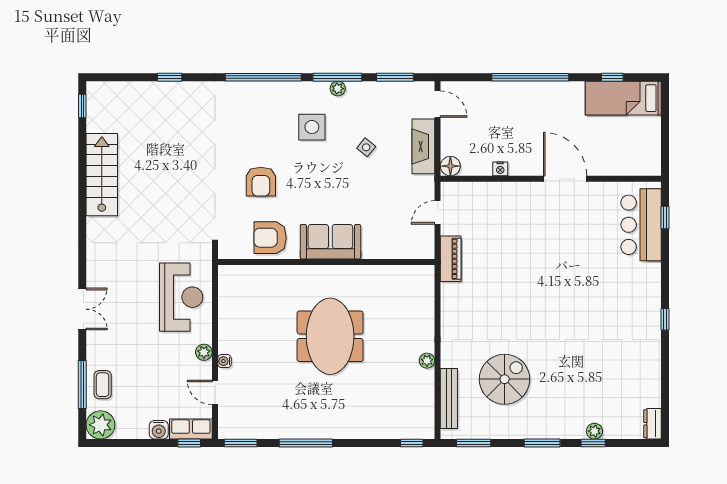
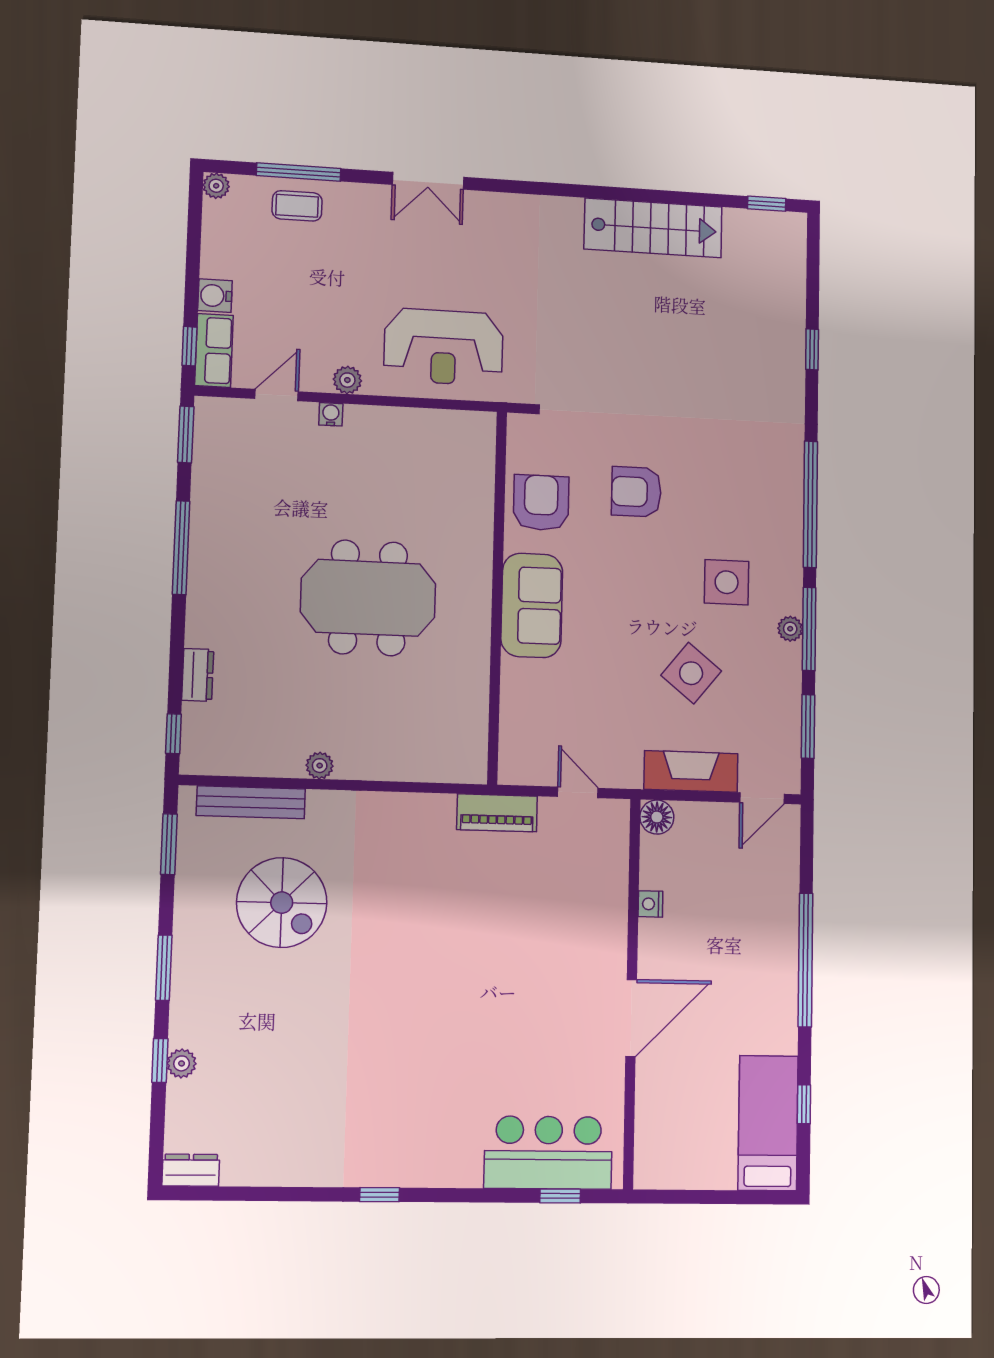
side table: (366, 147) -> (691, 673), width x1.87, depth x1.87
plant: (100, 425) -> (216, 186), width x0.53, depth x0.53
dresser: (378, 431) -> (198, 675), added

